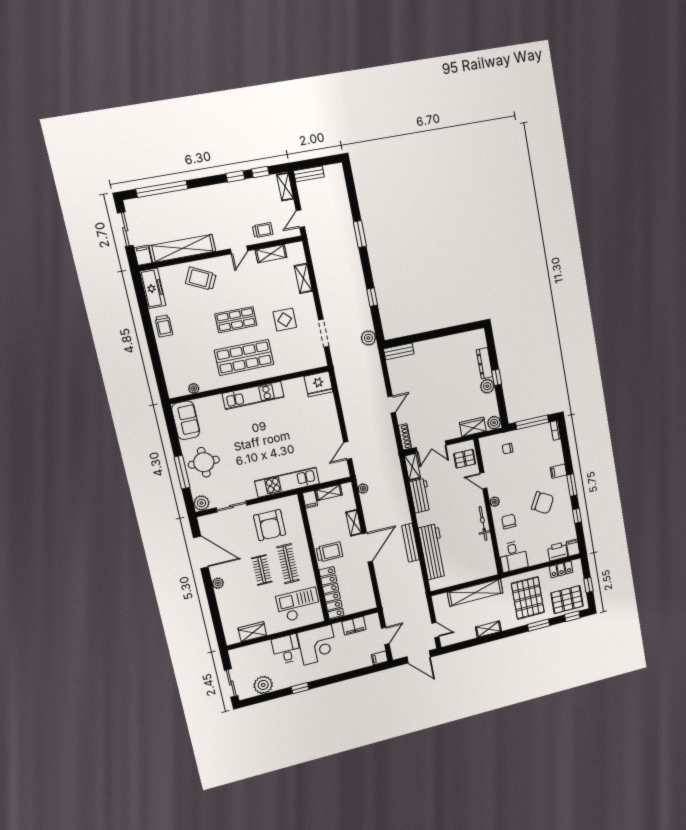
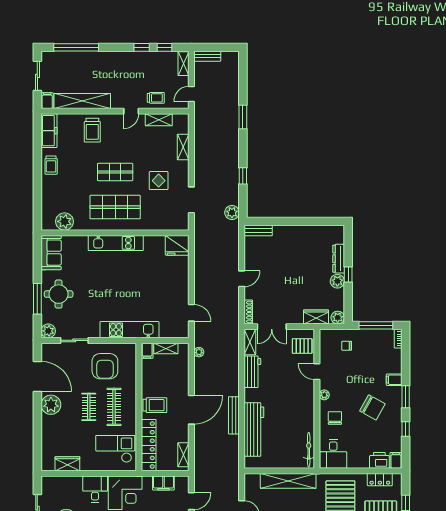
trolley: (201, 279) -> (92, 130), turned -116
plant: (194, 388) -> (65, 221), width x1.87, depth x1.87
door: (348, 451) -> (191, 313), swing flipped
shelving: (354, 523) -> (183, 455), moved
bicycle: (483, 524) -> (309, 450), moved
plant: (218, 583) -> (51, 405), width x1.88, depth x1.88

